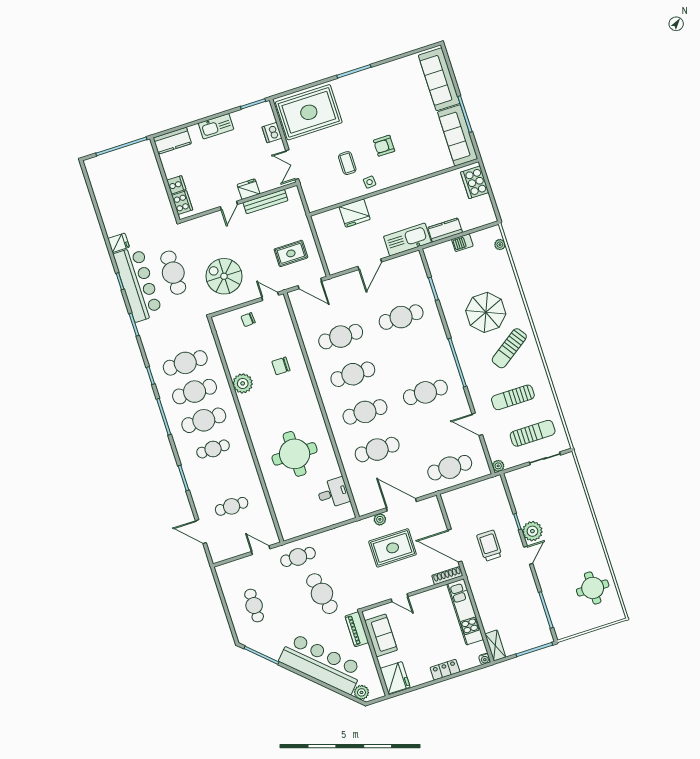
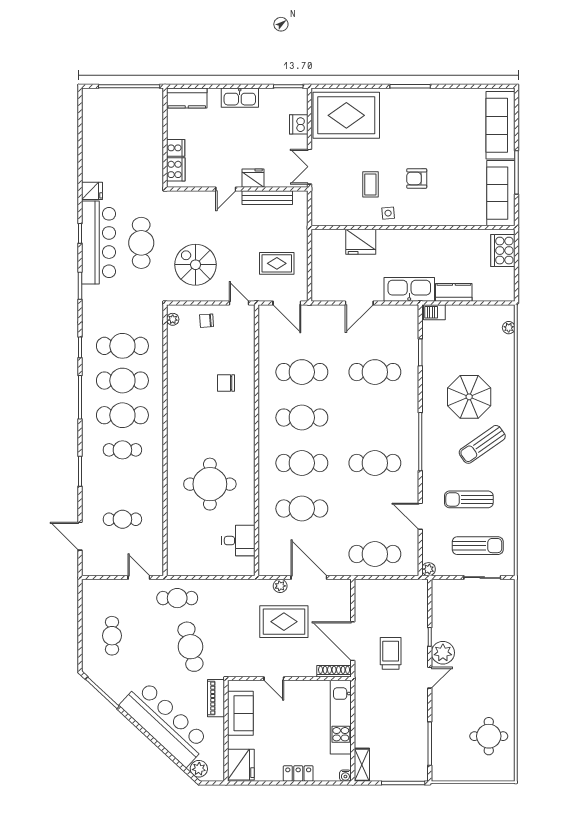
barbecue: (462, 243) -> (434, 312), moved
plant: (243, 383) -> (173, 319), moved, width x0.53, depth x0.53

